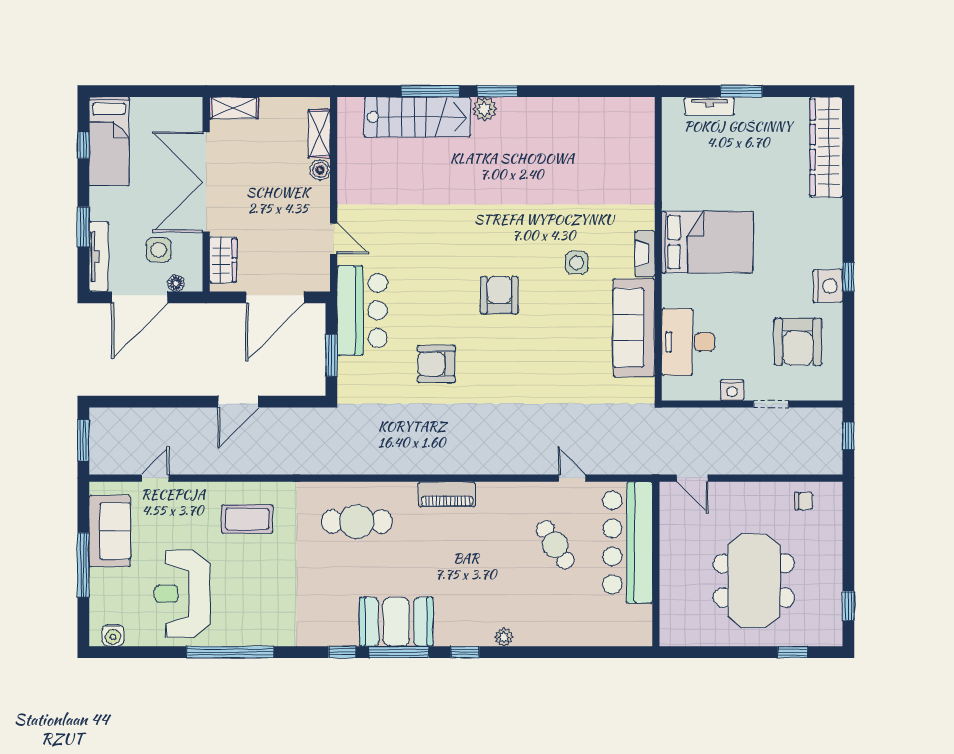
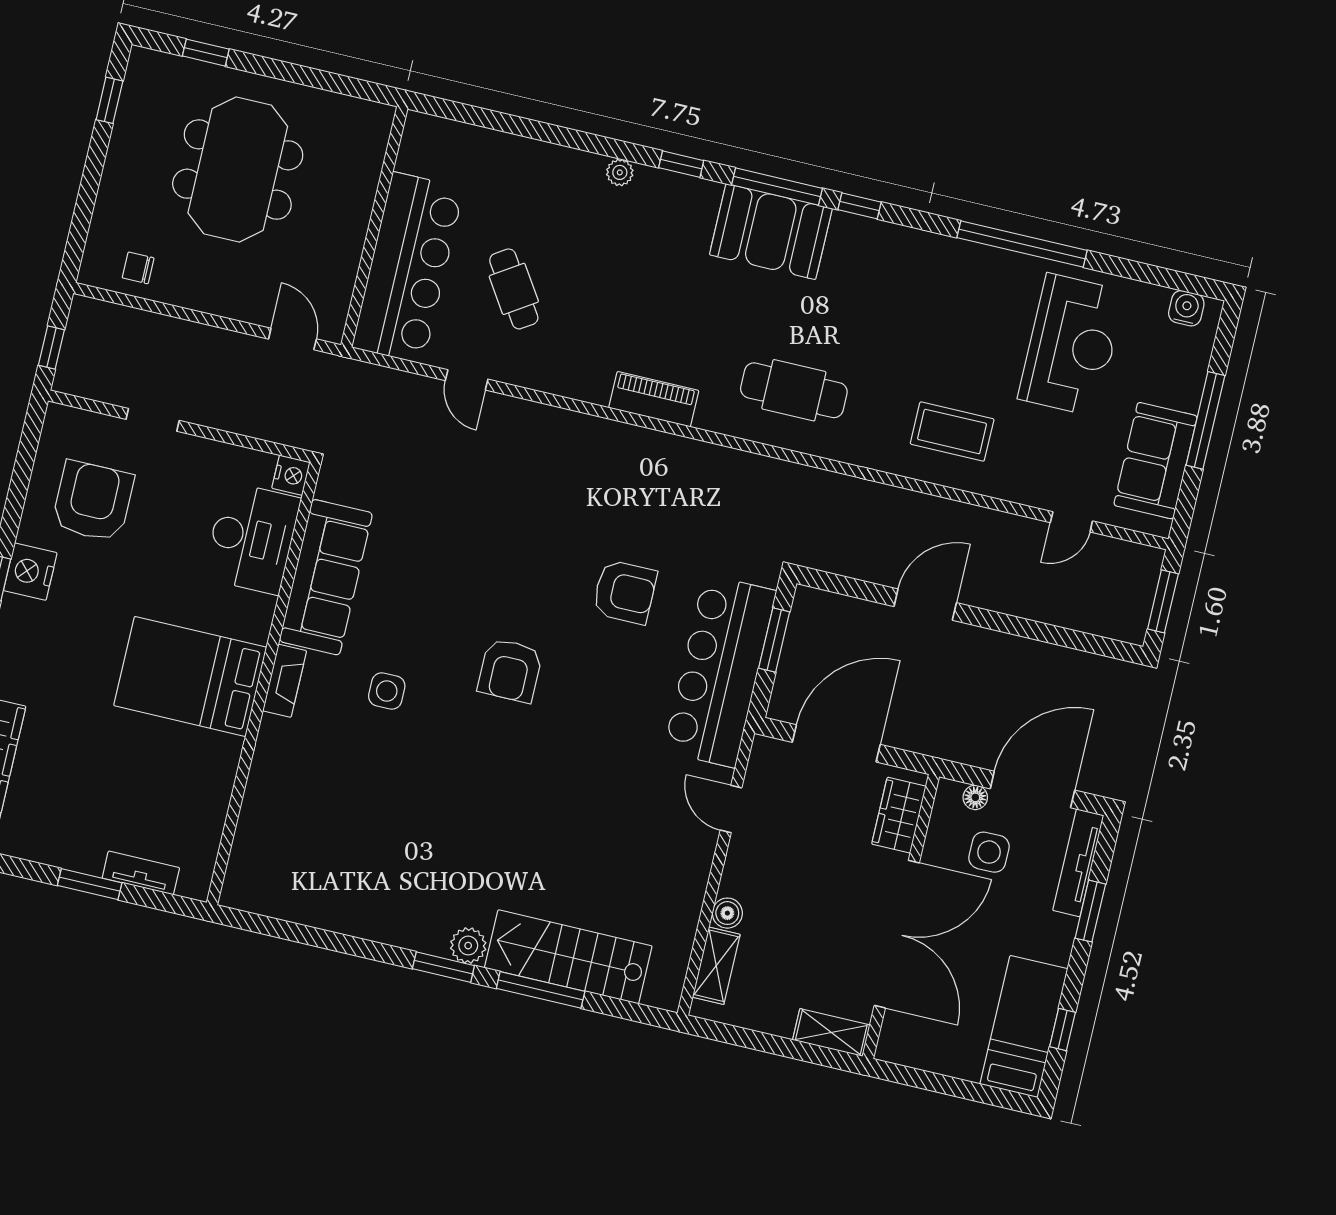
bar counter: (362, 310) -> (720, 671), width x1.36
nightstand: (732, 390) -> (291, 475), moved, turned 90

